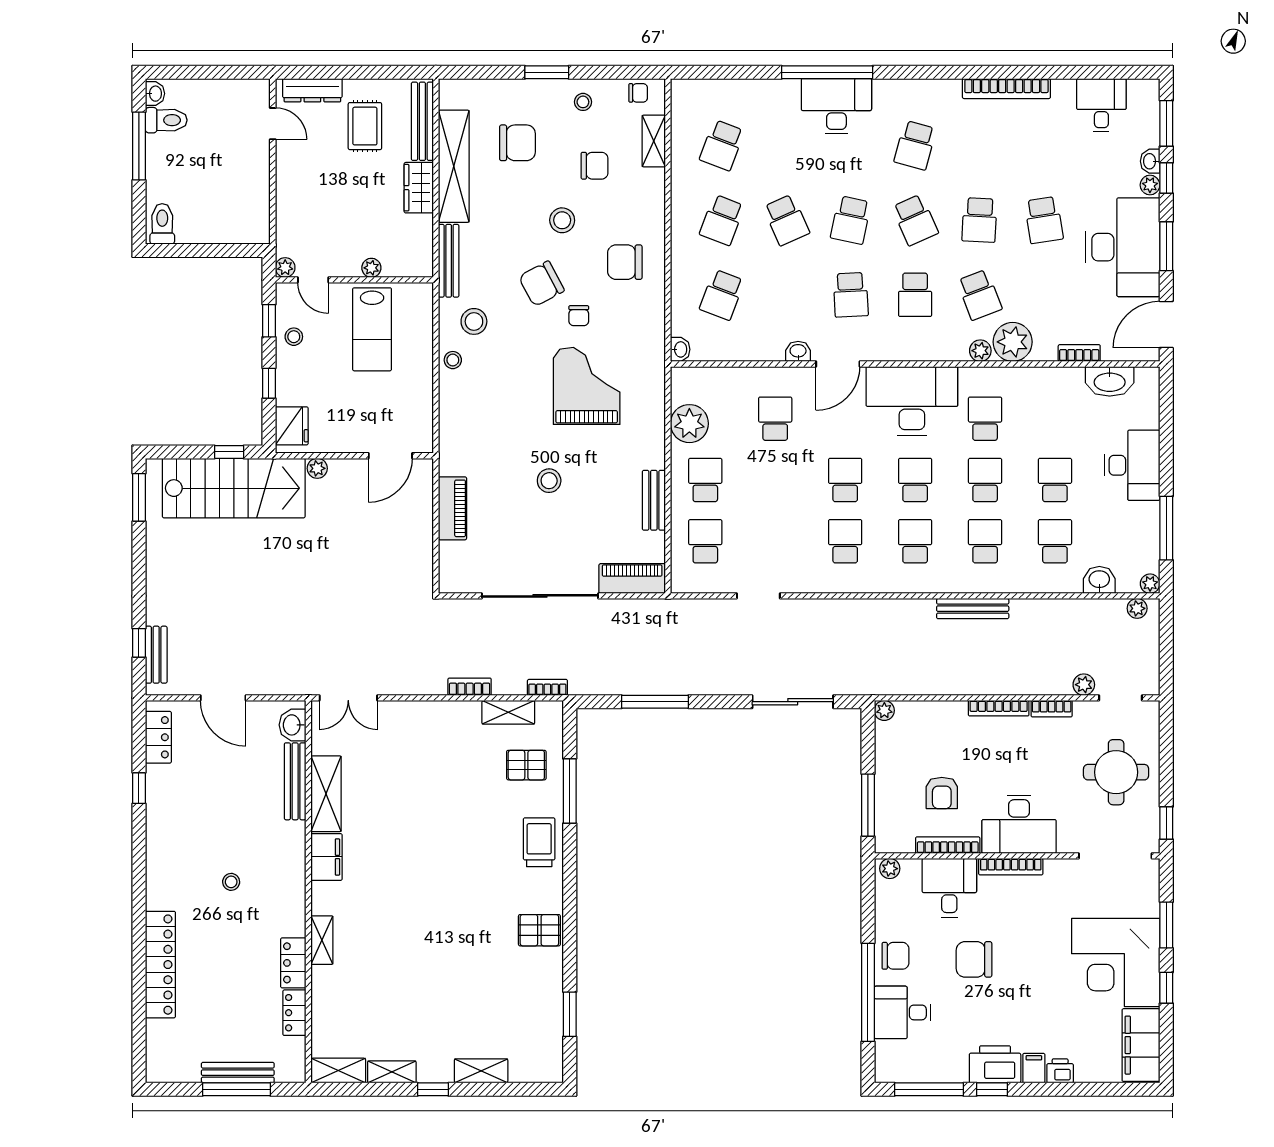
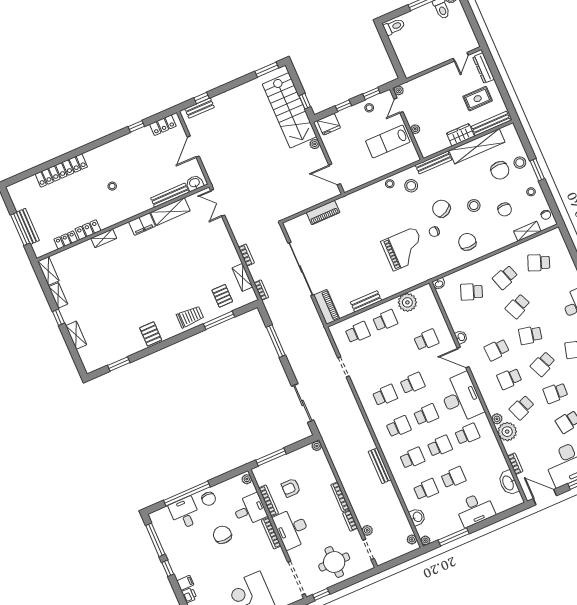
school desk: (722, 220) -> (505, 277), turned -39
stool: (549, 481) -> (520, 163), moved
printer: (995, 1064) -> (179, 565), removed

